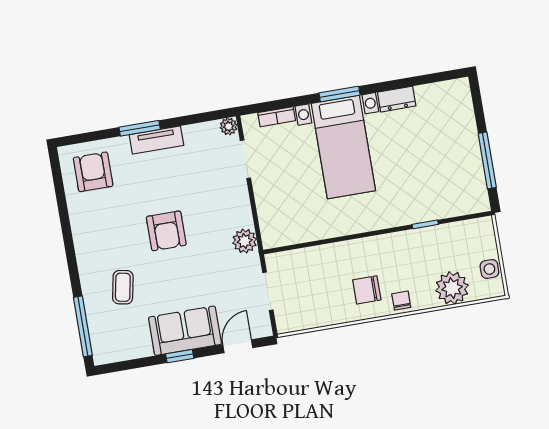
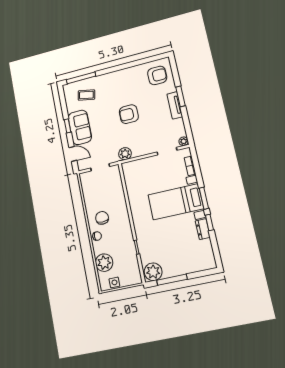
window: (385, 86) -> (209, 222), added
plant: (472, 195) -> (153, 272), added
coffee table: (123, 287) -> (86, 95), moved

